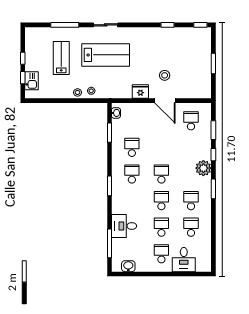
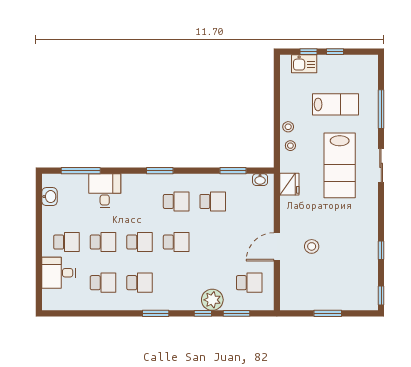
fridge: (140, 92) -> (289, 184), moved
plant: (203, 168) -> (212, 300), moved

